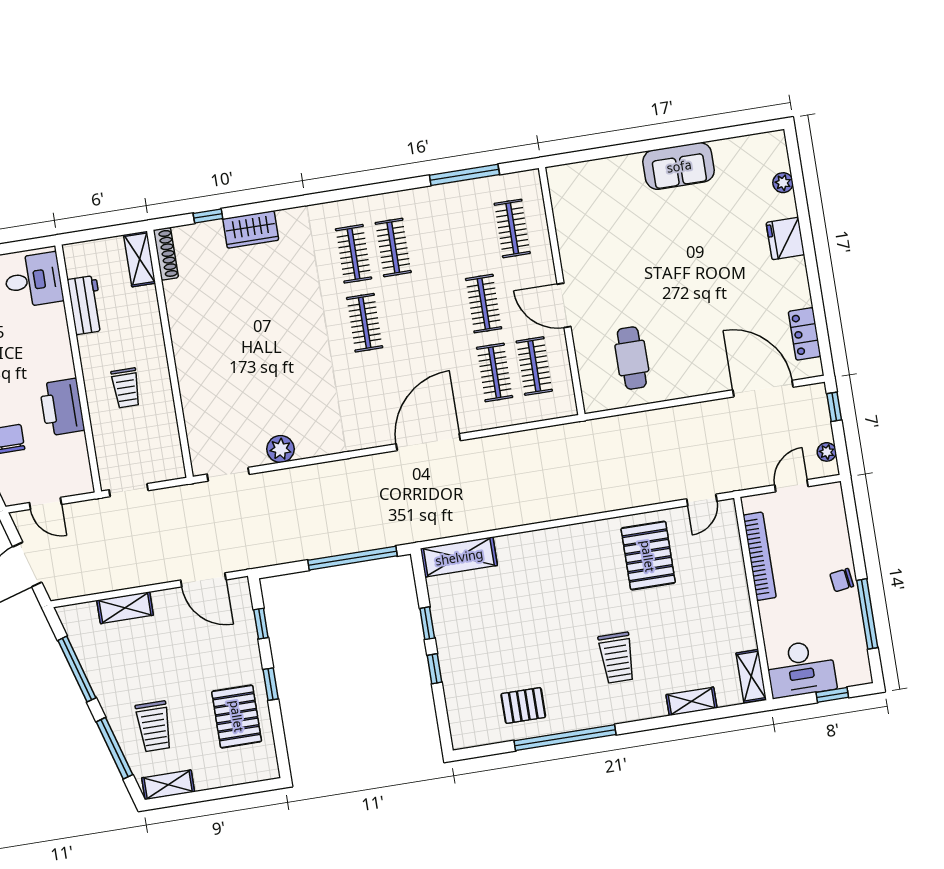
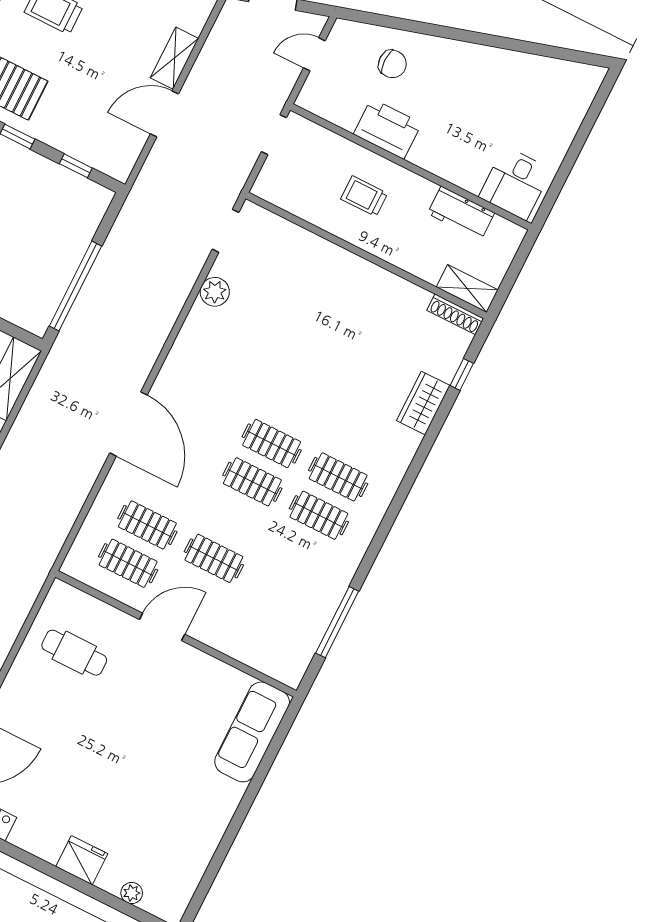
sofa: (679, 166) -> (252, 732), moved, width x1.36
clothes rail: (512, 228) -> (252, 482), moved
door: (203, 580) -> (164, 114), moved

